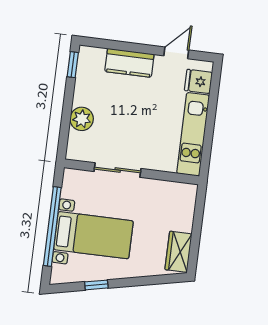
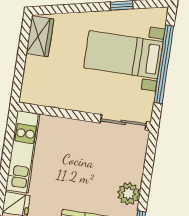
plant: (82, 119) -> (129, 194), moved
sliding door: (118, 170) -> (123, 122), moved

